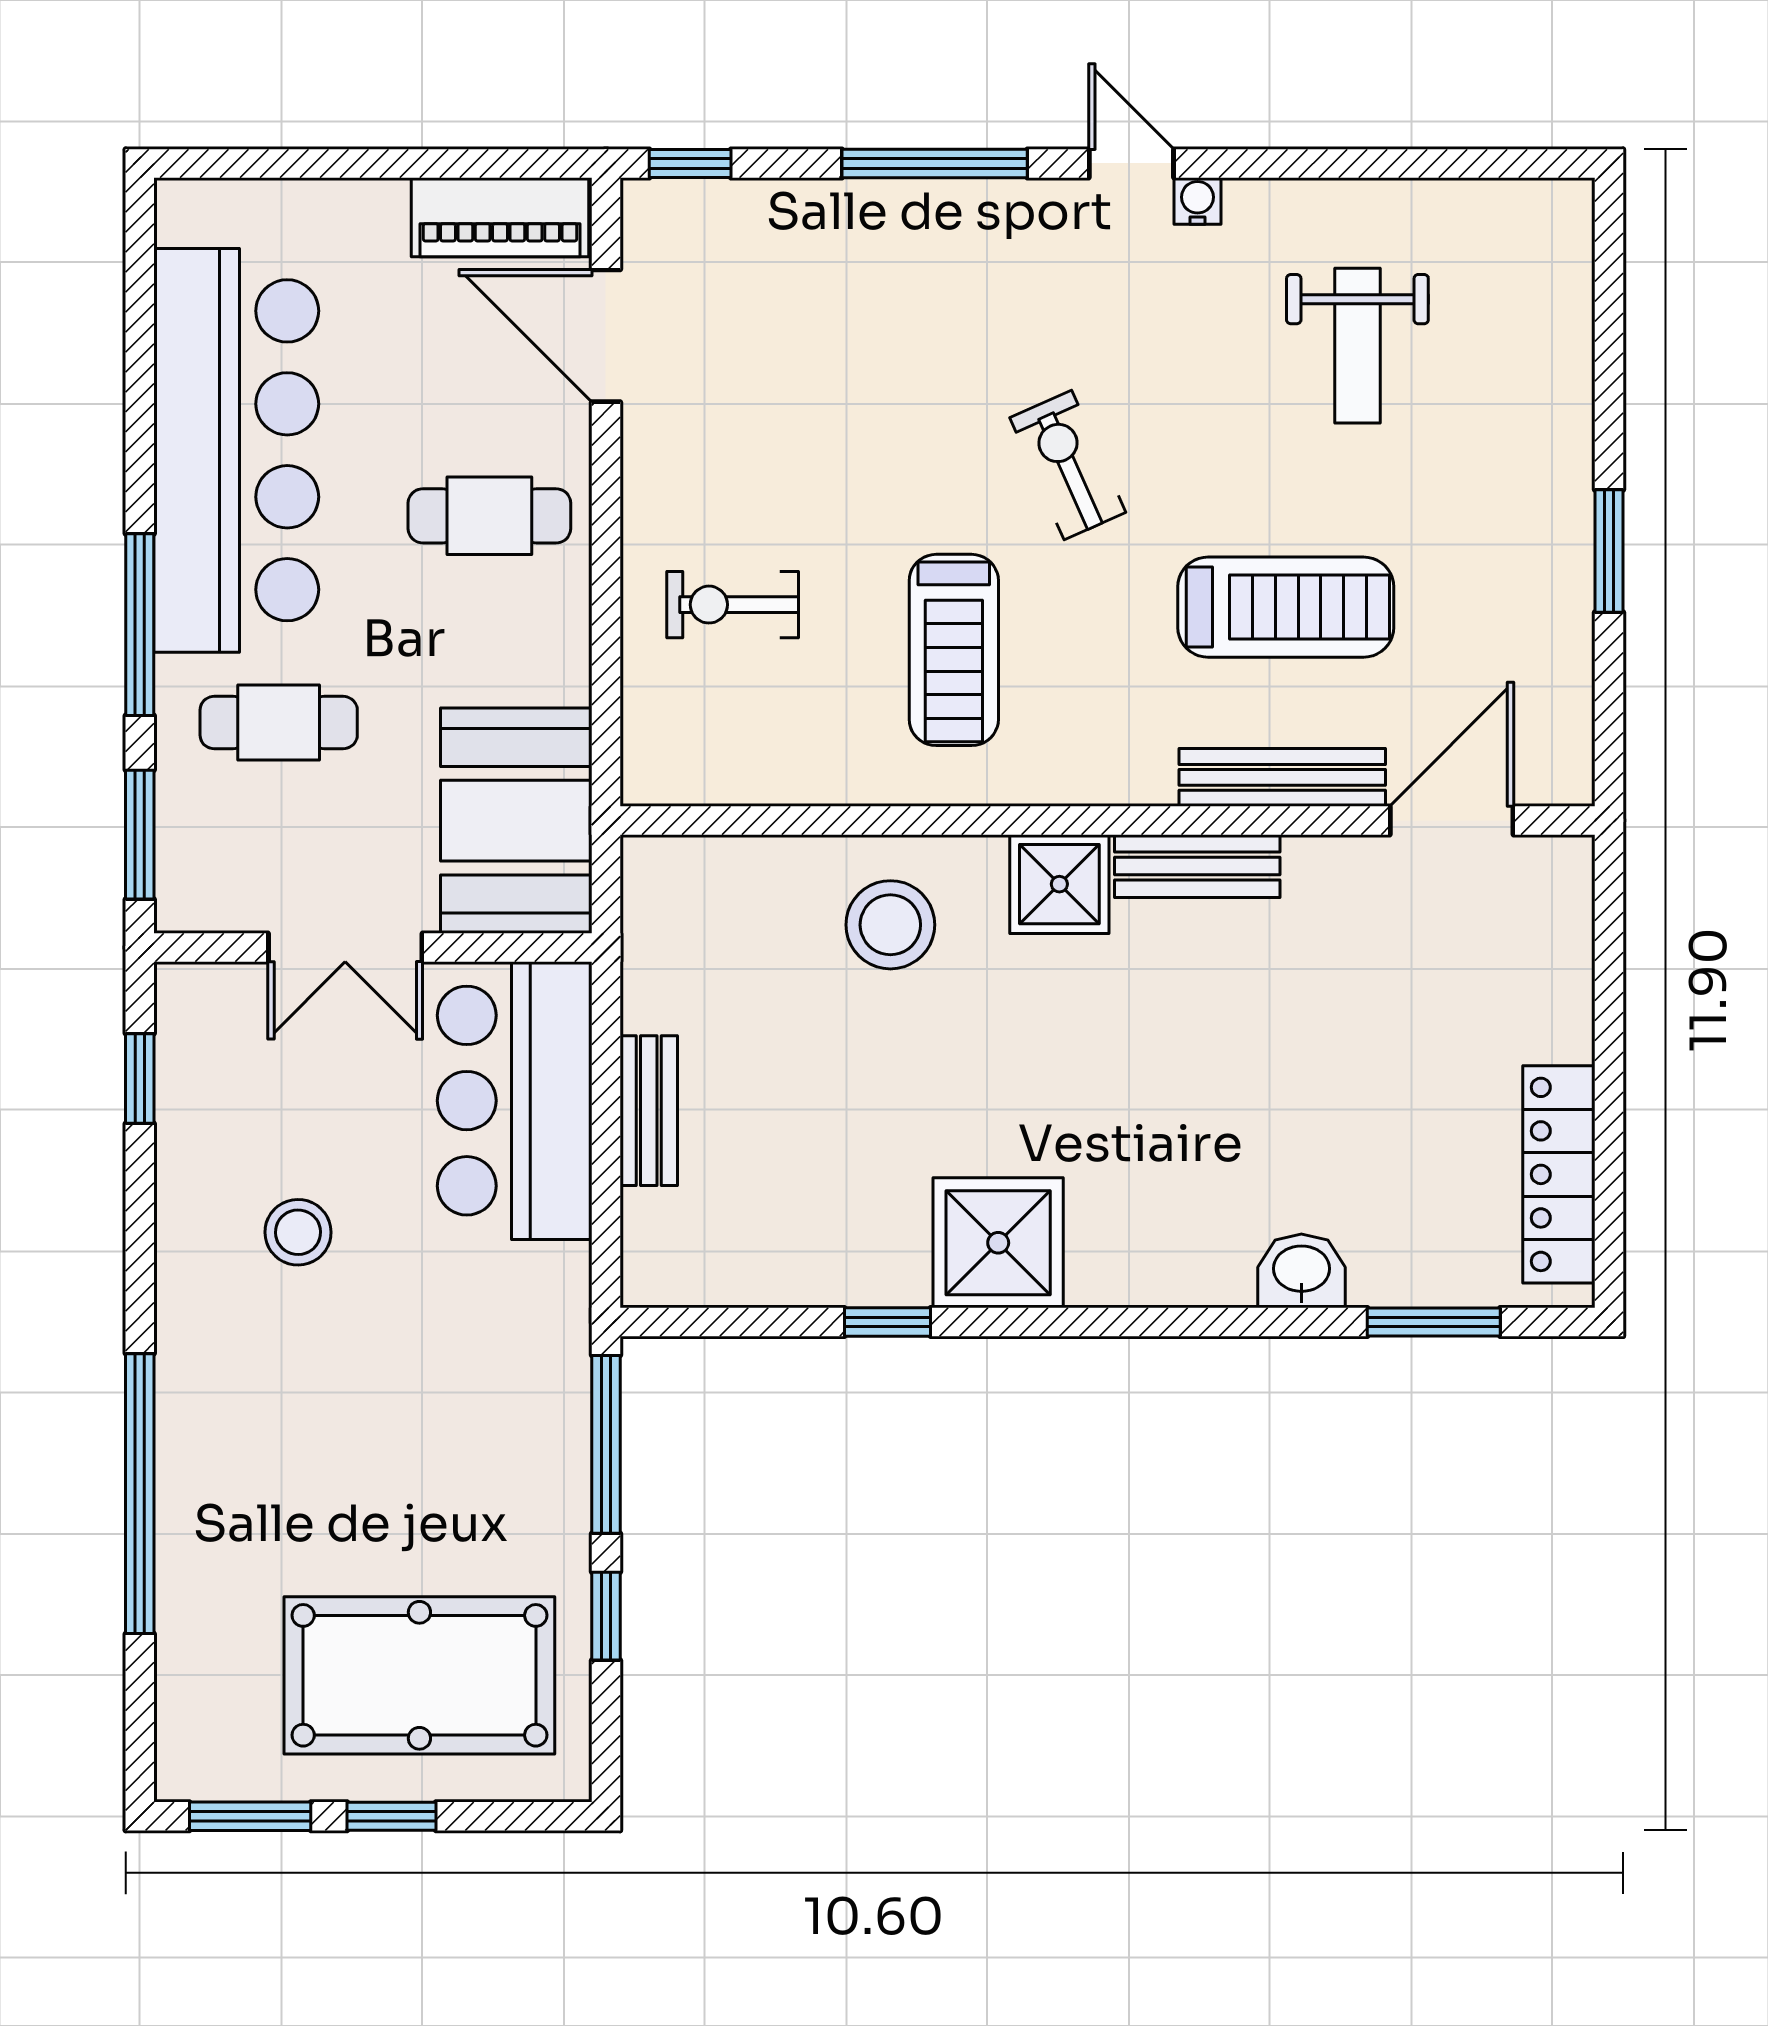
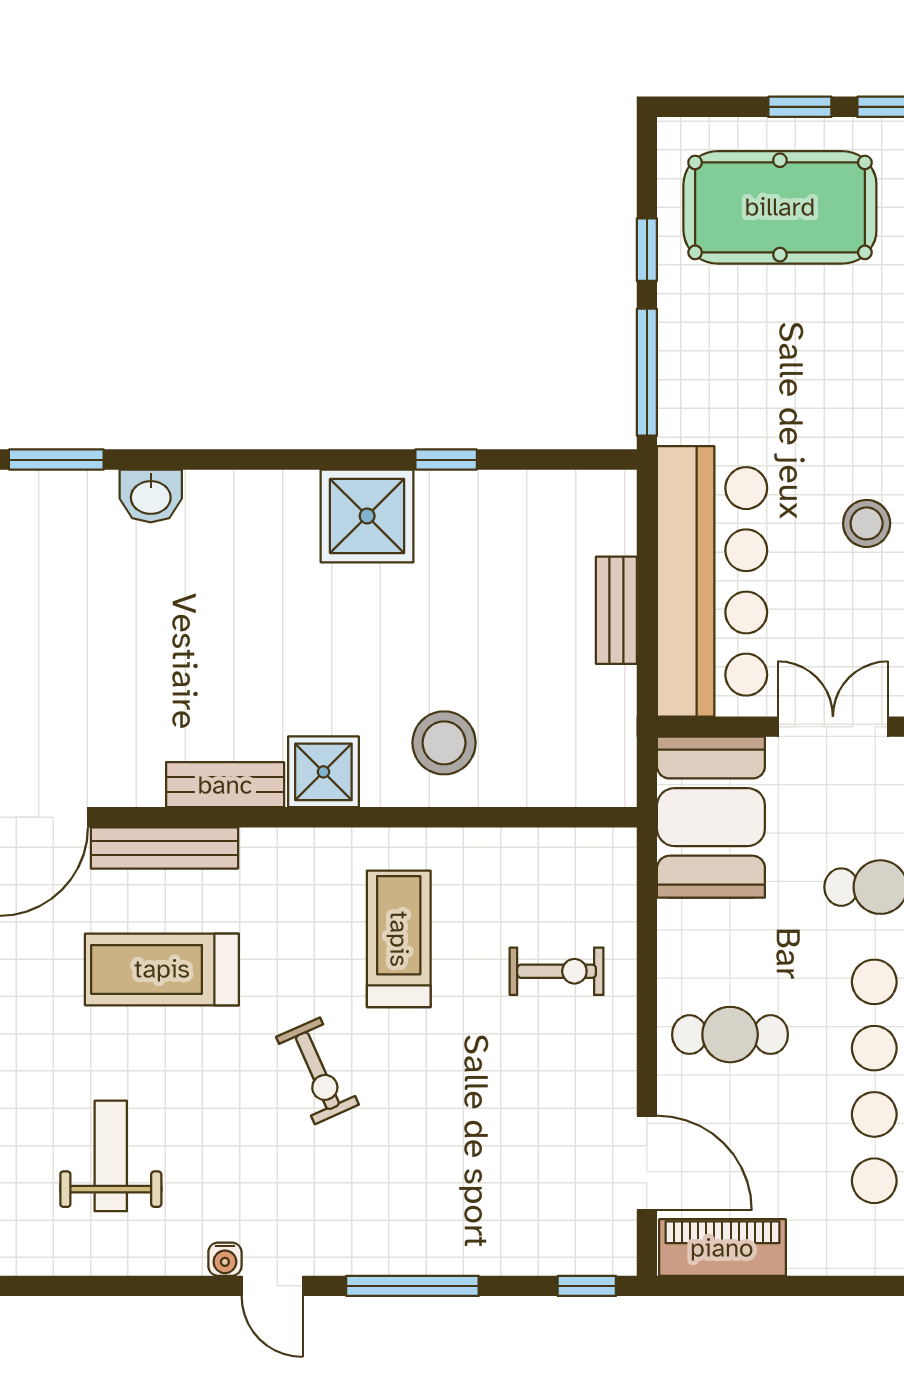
bar counter: (515, 1101) -> (712, 581), width x1.36

